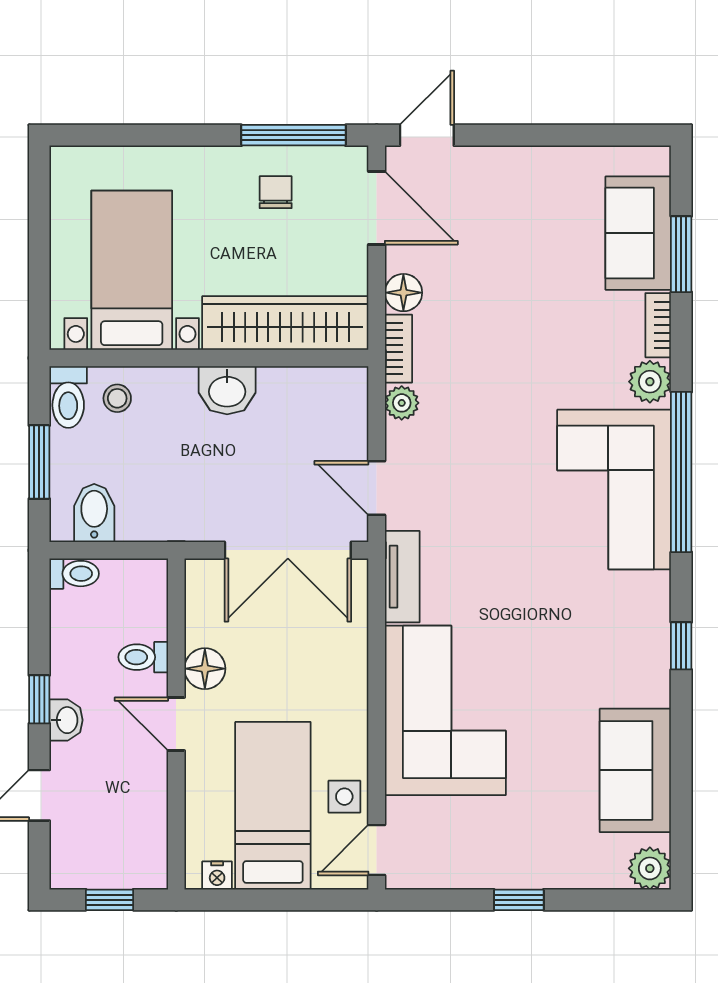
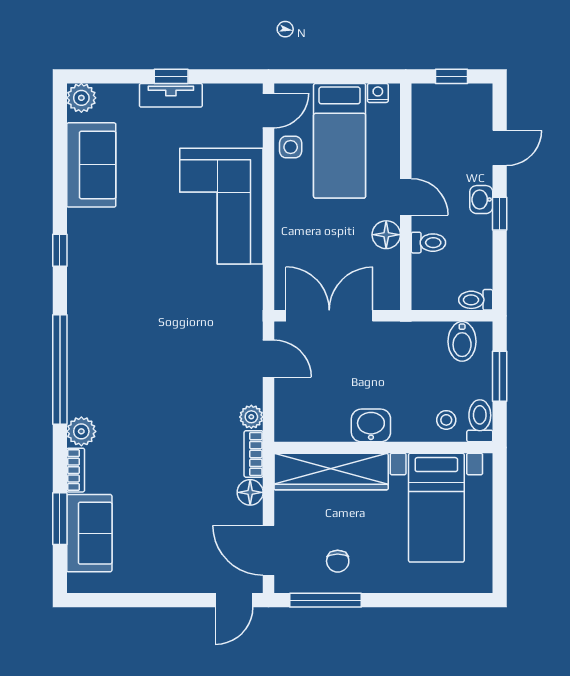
corner sofa: (614, 490) -> (106, 357), removed
tv unit: (402, 577) -> (171, 95), moved, turned -90

